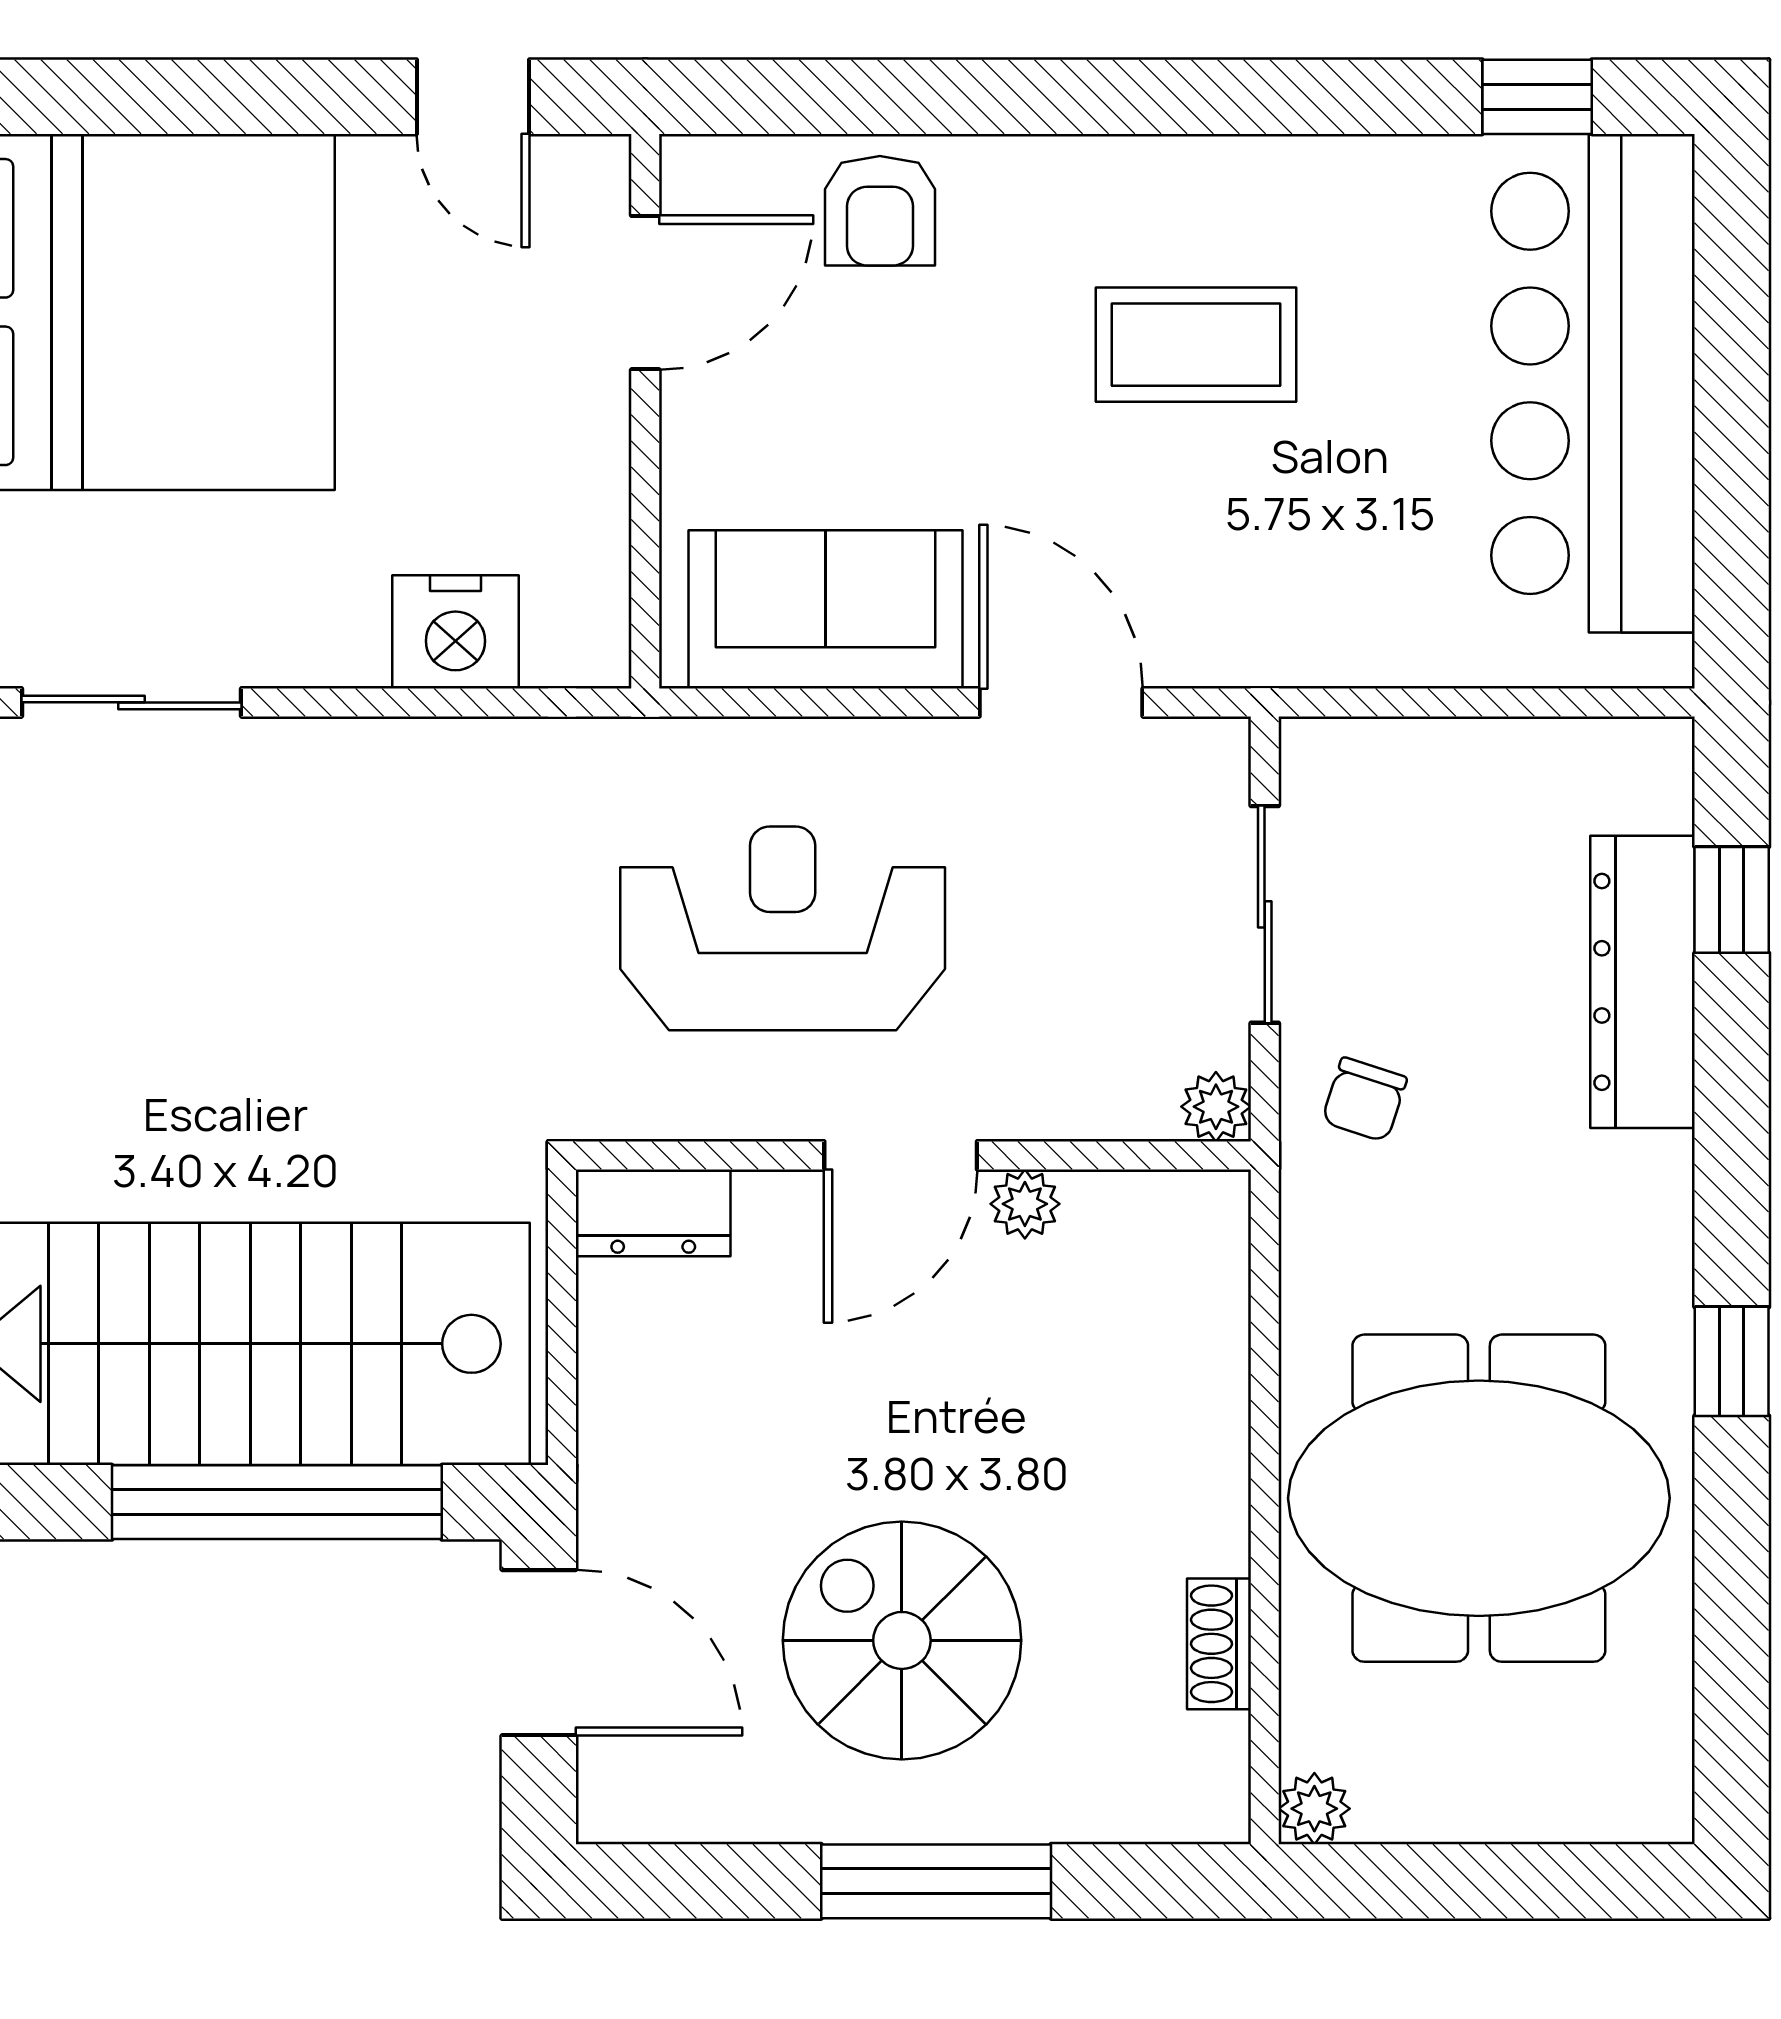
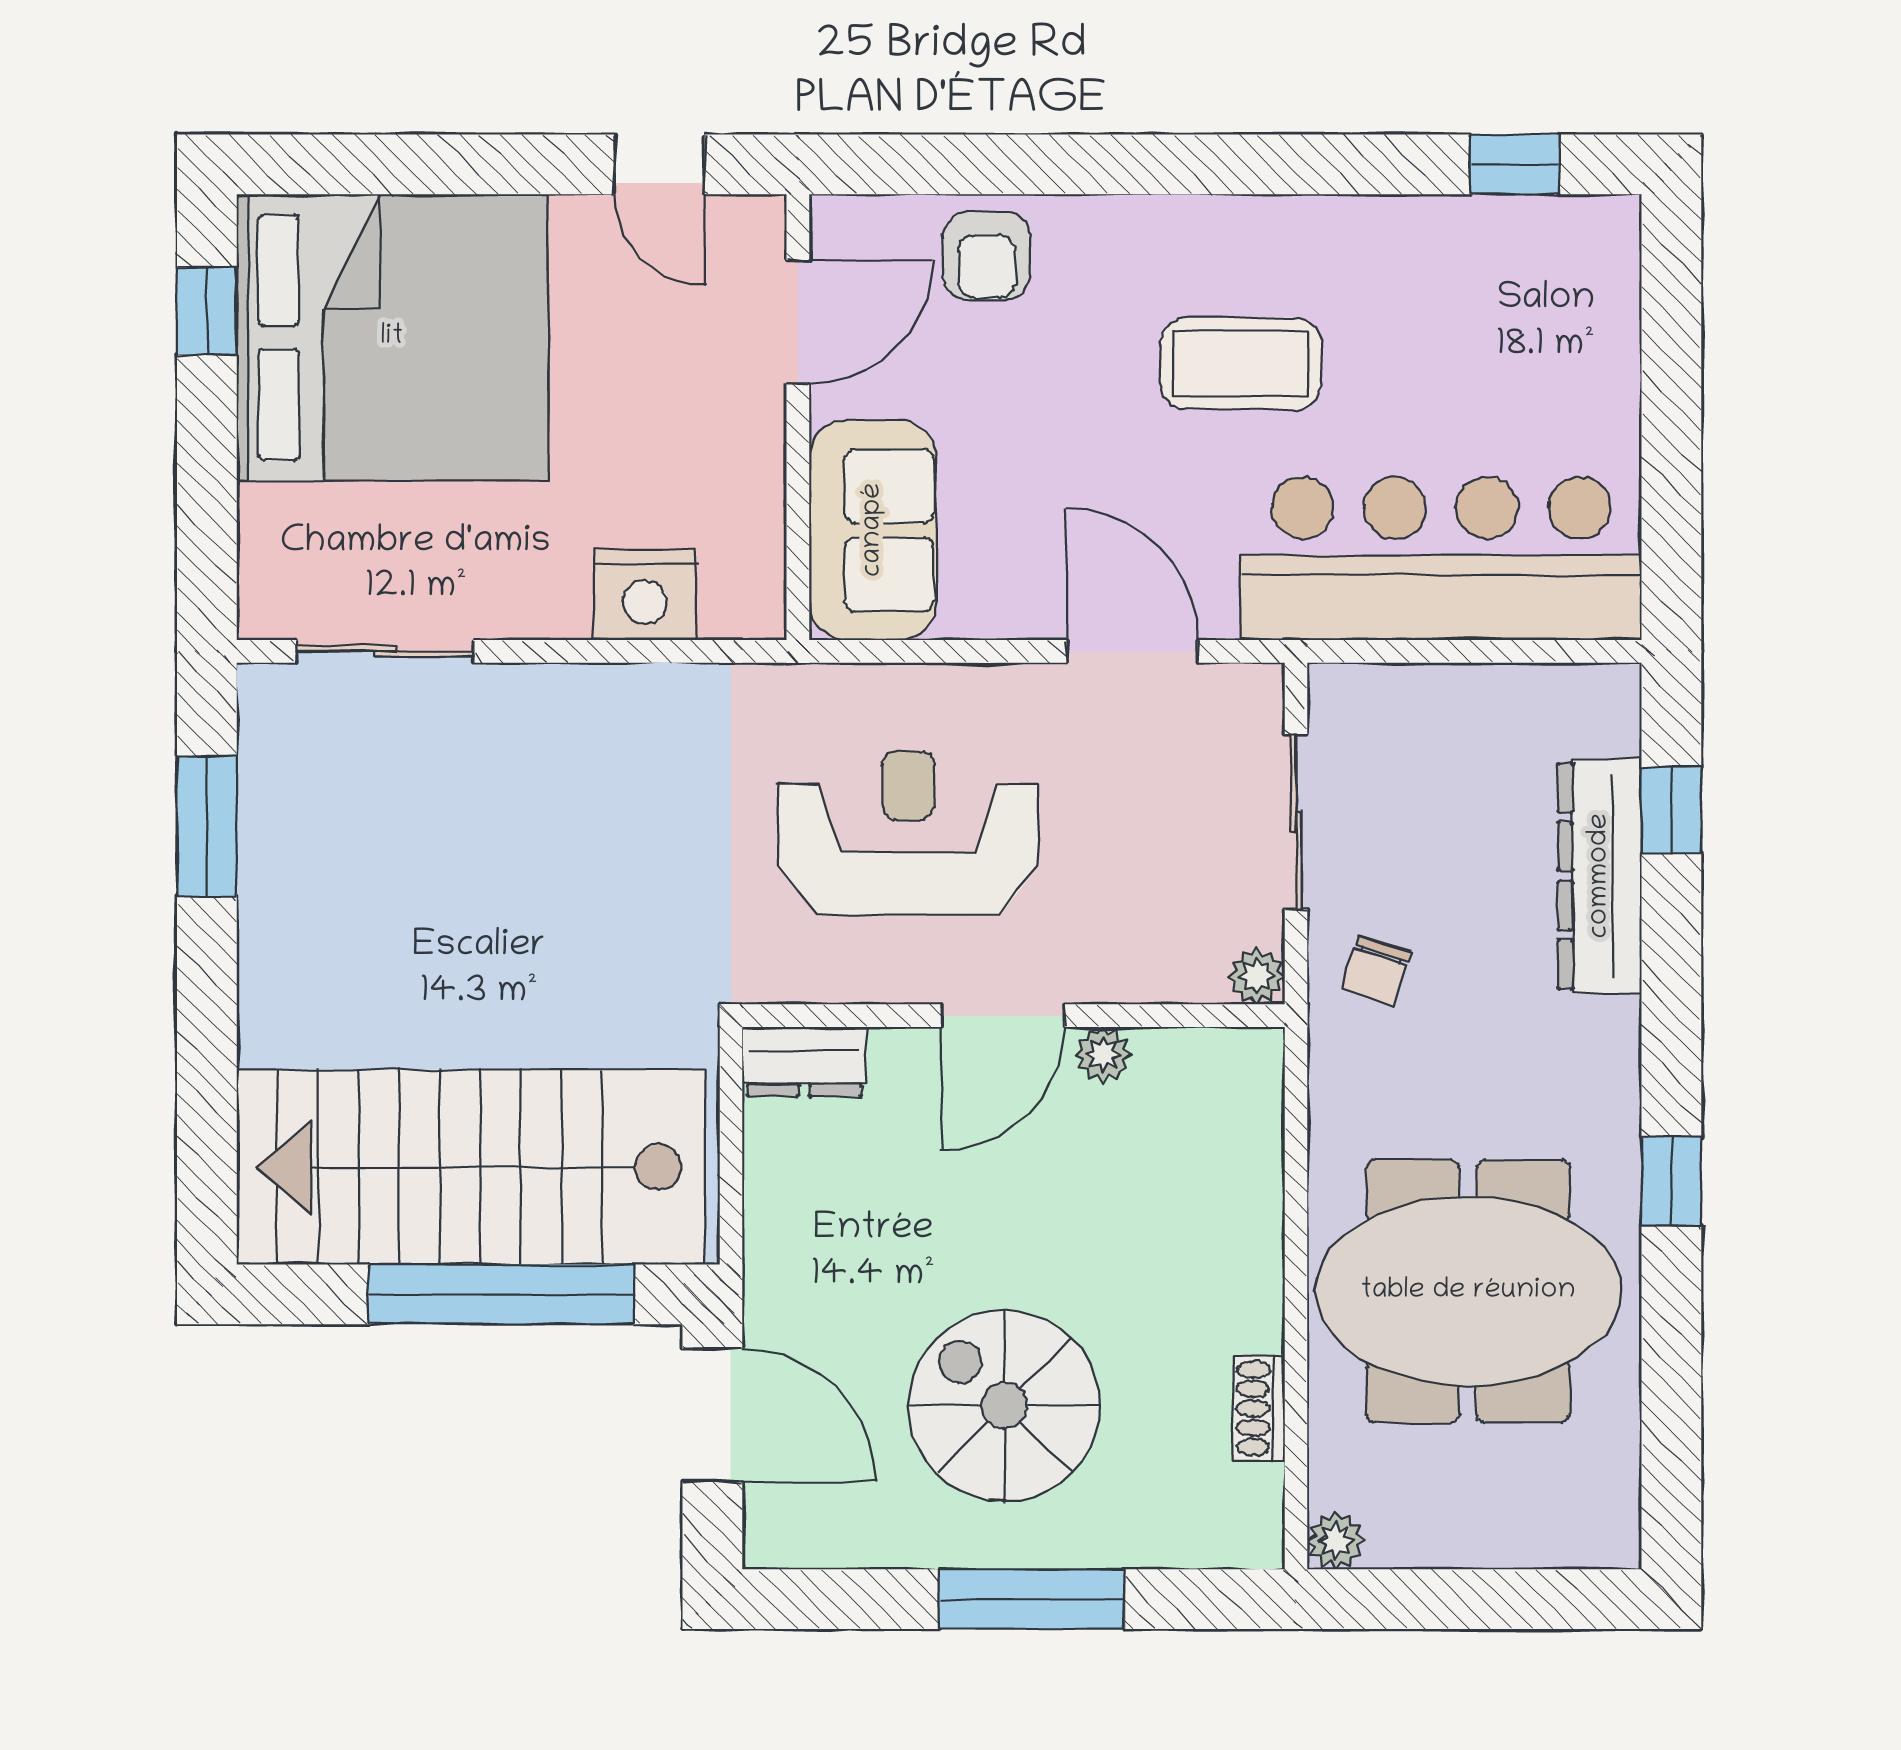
bar counter: (1593, 383) -> (1441, 559), moved, turned 90
sofa: (826, 609) -> (873, 530), moved, turned 90

